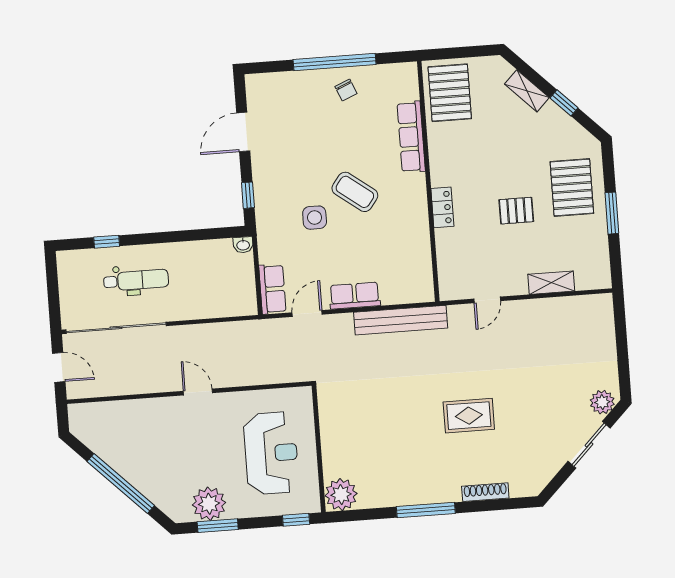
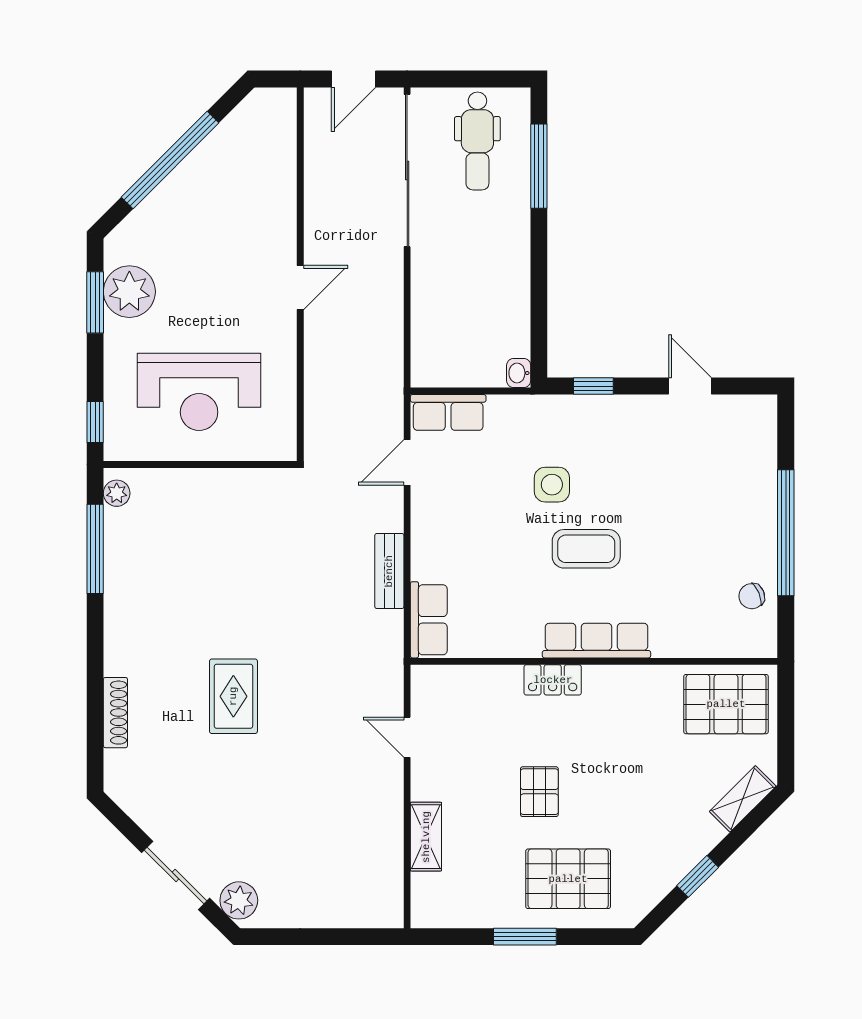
chair: (346, 90) -> (752, 596), moved
shelving: (527, 91) -> (743, 799), moved
door: (243, 132) -> (690, 386), width x0.73
row of seats: (411, 137) -> (596, 641), moved
coffee table: (355, 192) -> (586, 549), turned 53
window: (107, 242) -> (539, 166), width x2.17
dental chair: (136, 280) -> (477, 141), moved
row of seats: (355, 296) -> (429, 620), moved
door: (307, 313) -> (407, 462), swing flipped
bench: (401, 320) -> (389, 571), width x0.54, depth x0.82
plant: (341, 495) -> (117, 493), width x0.53, depth x0.53
window: (426, 510) -> (95, 549), moved

